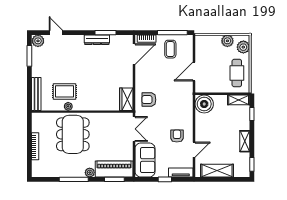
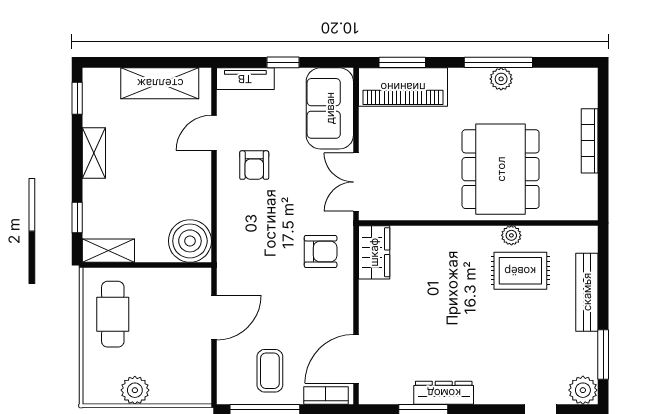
plant: (243, 47) -> (98, 375), removed
bench: (36, 94) -> (587, 292), moved
plant: (90, 173) -> (501, 79), moved

